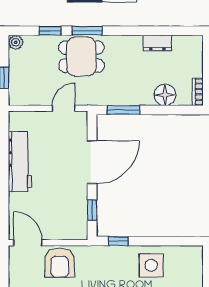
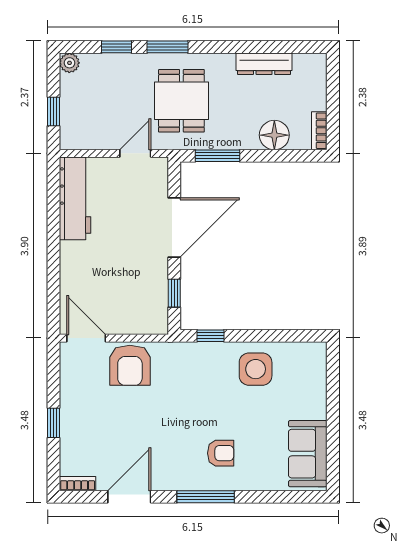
dresser: (157, 43) -> (264, 64), width x1.44
dining table: (81, 57) -> (181, 101), moved, turned 90
workbench: (20, 162) -> (75, 198), moved

